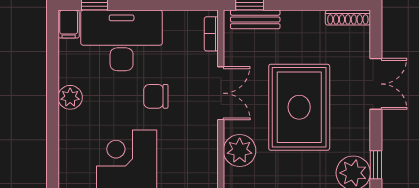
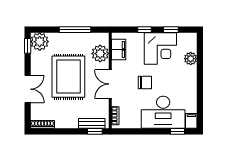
double door: (376, 84) -> (28, 89), swing flipped
plant: (70, 97) -> (191, 59), moved
filing cabinet: (205, 158) -> (119, 49), added

